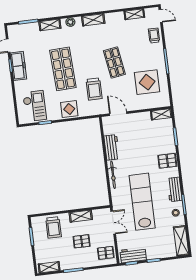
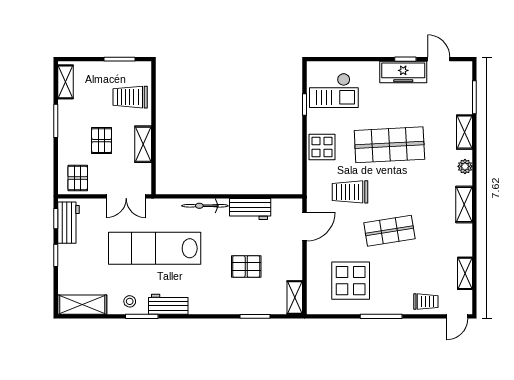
pallet: (167, 161) -> (246, 266), moved, turned 90
lab bench: (142, 202) -> (155, 248), turned 180

